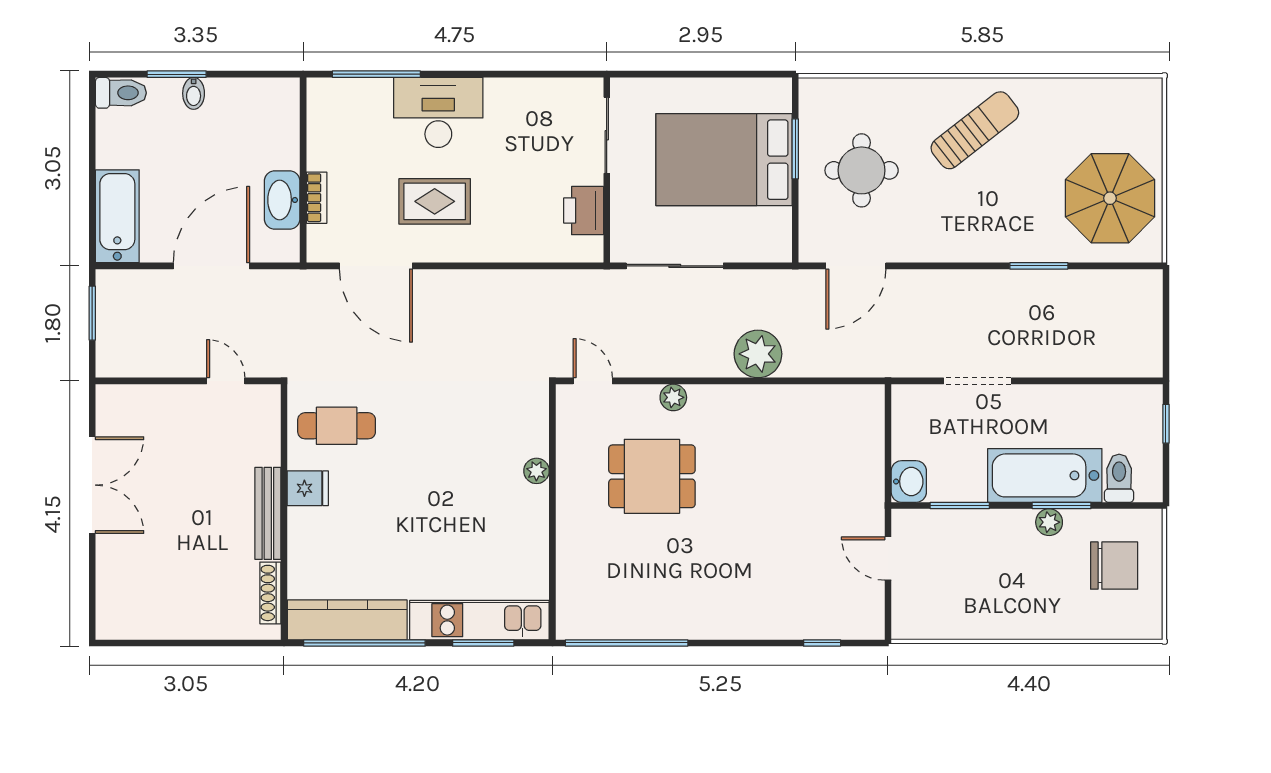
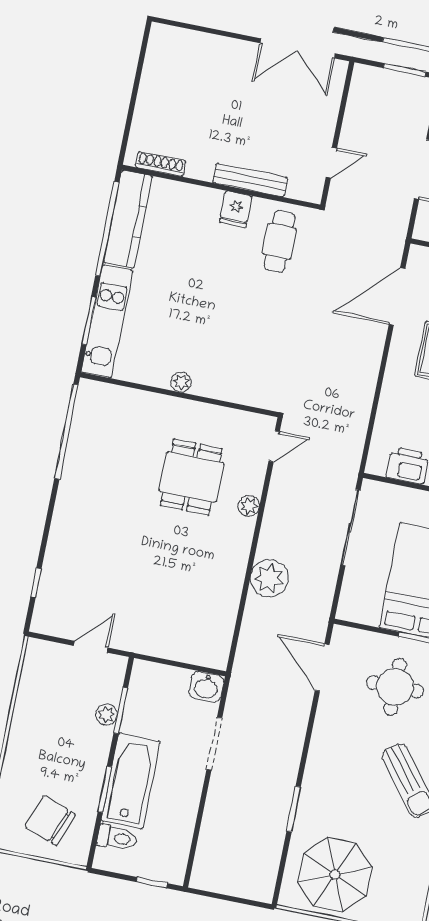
plant: (536, 471) -> (181, 382), moved
washbasin: (909, 481) -> (206, 687), moved
double door: (92, 485) -> (298, 48), moved
bench: (268, 513) -> (250, 180), moved
plant: (1049, 522) -> (106, 714), moved
chair: (1114, 566) -> (50, 820), turned 110

